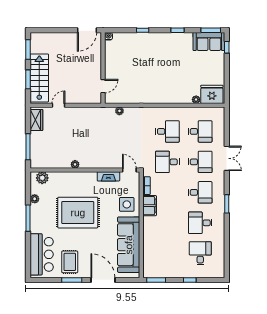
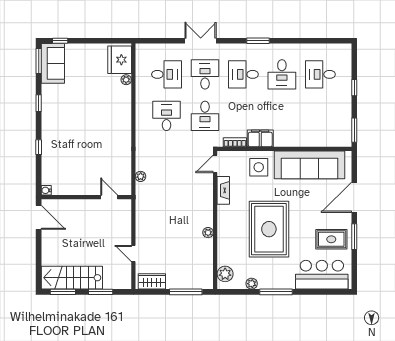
stairs: (39, 78) -> (72, 278), moved
desk: (200, 131) -> (166, 74), turned 90
desk: (200, 192) -> (243, 74), turned -90

